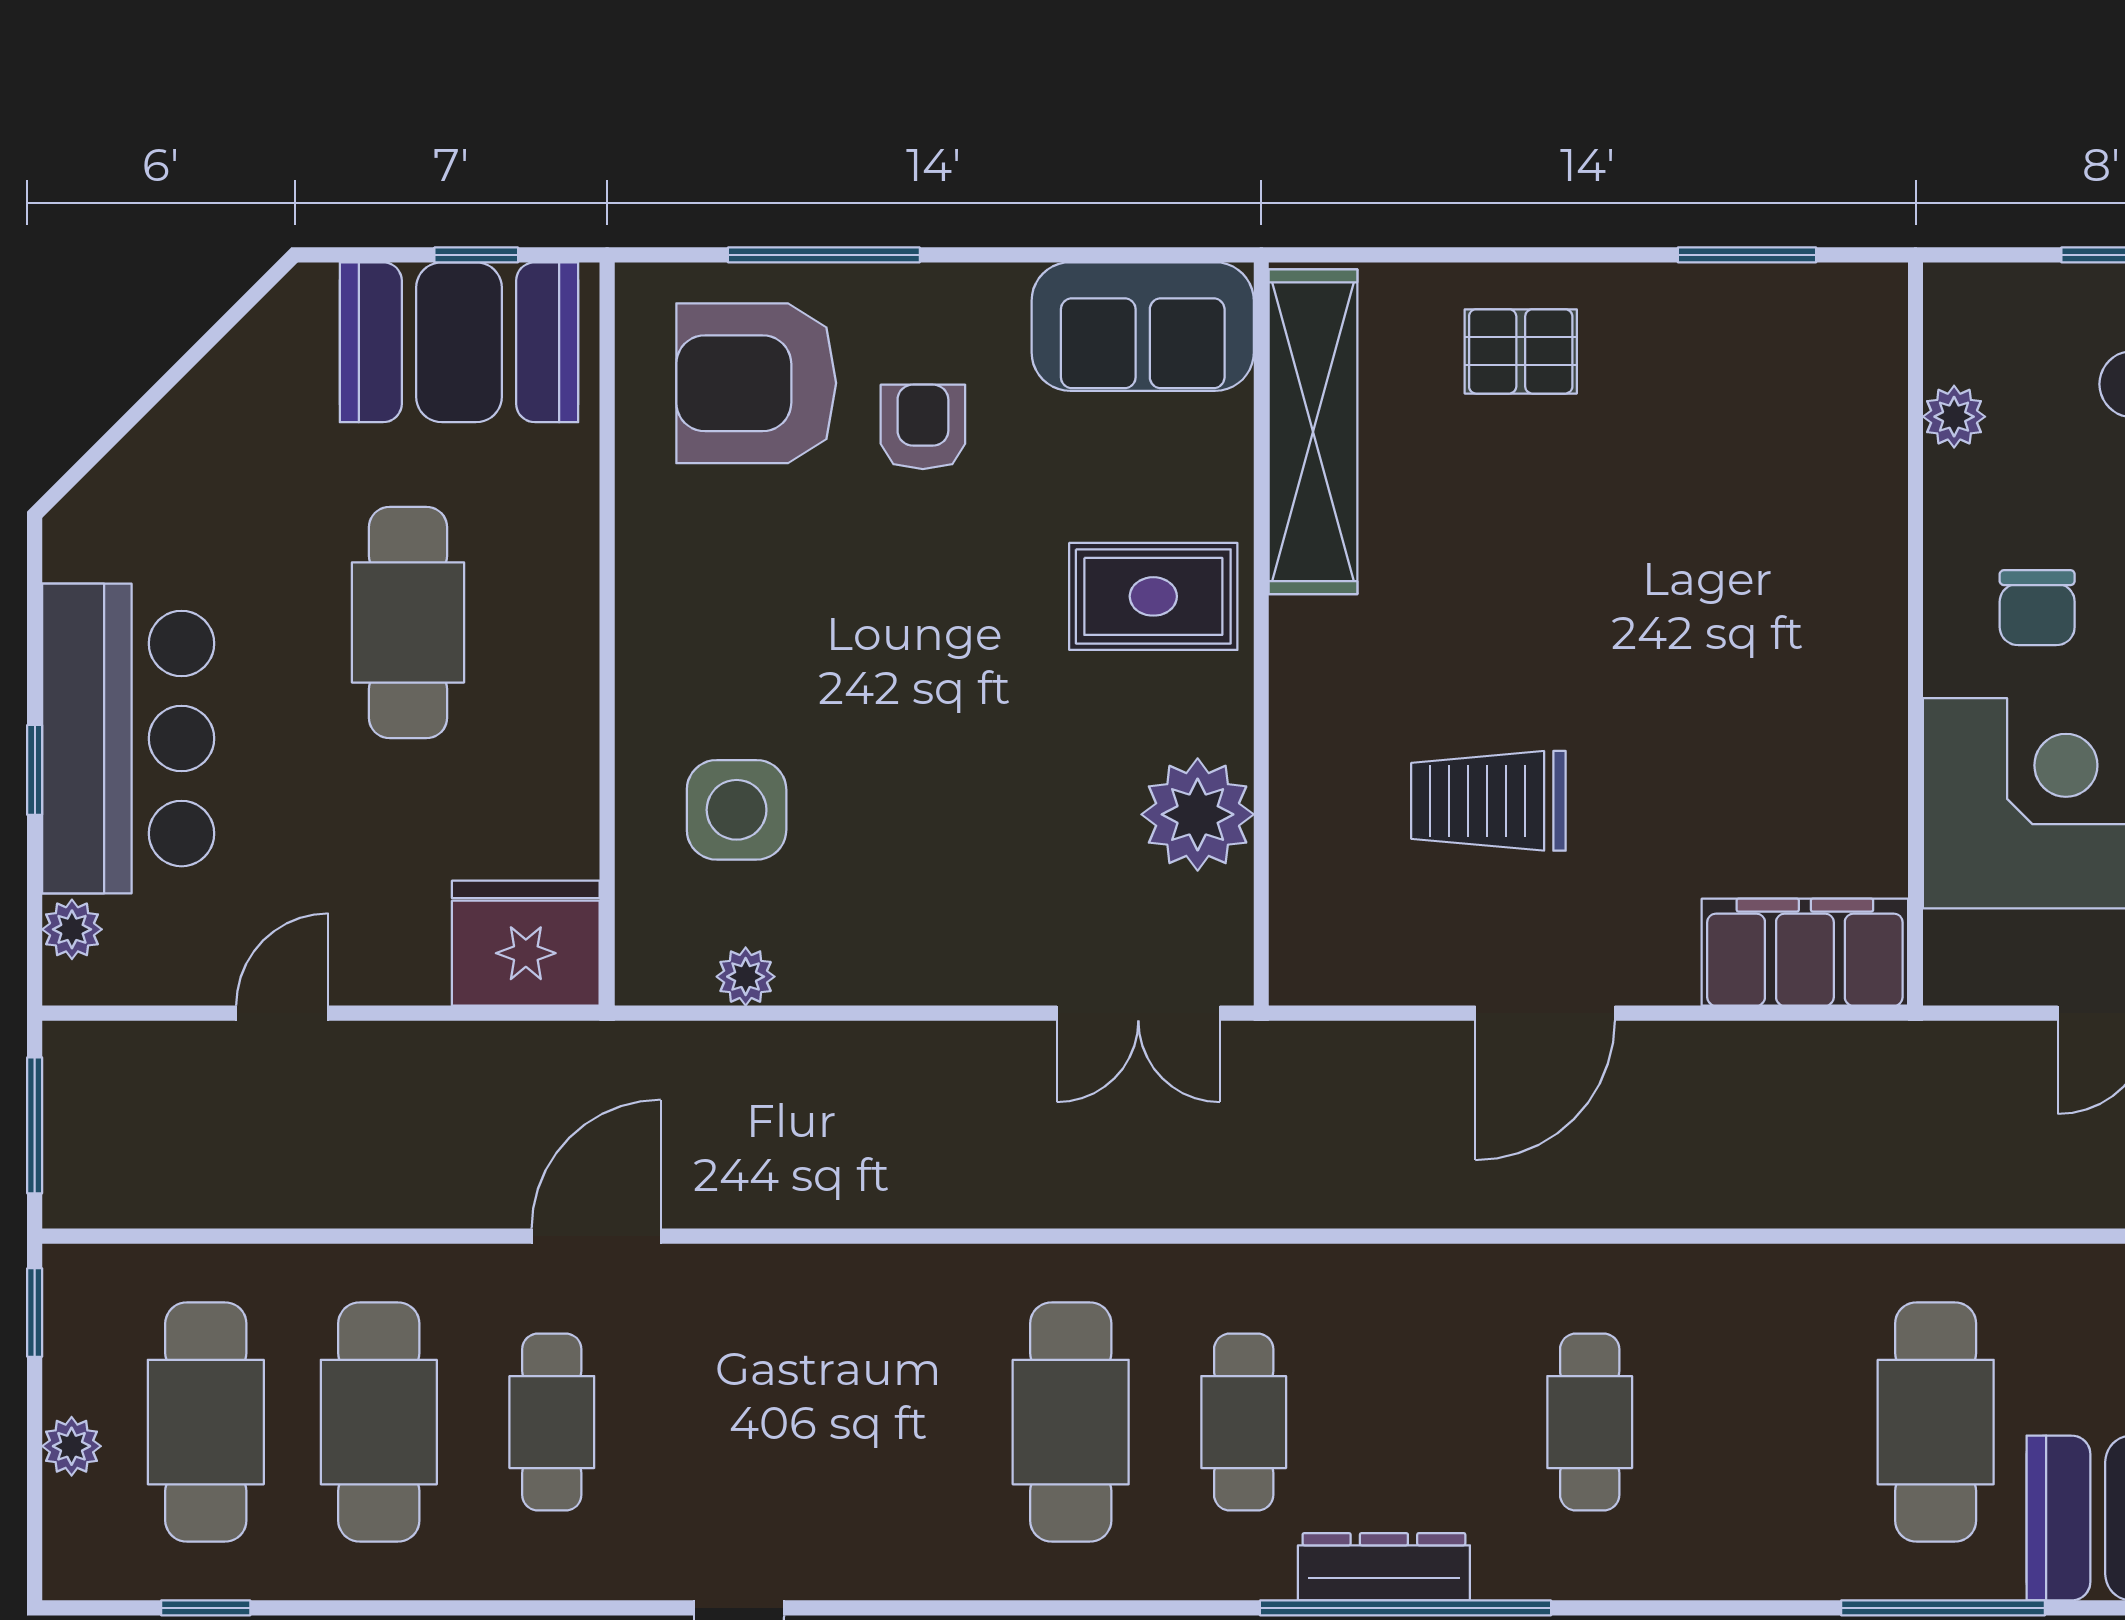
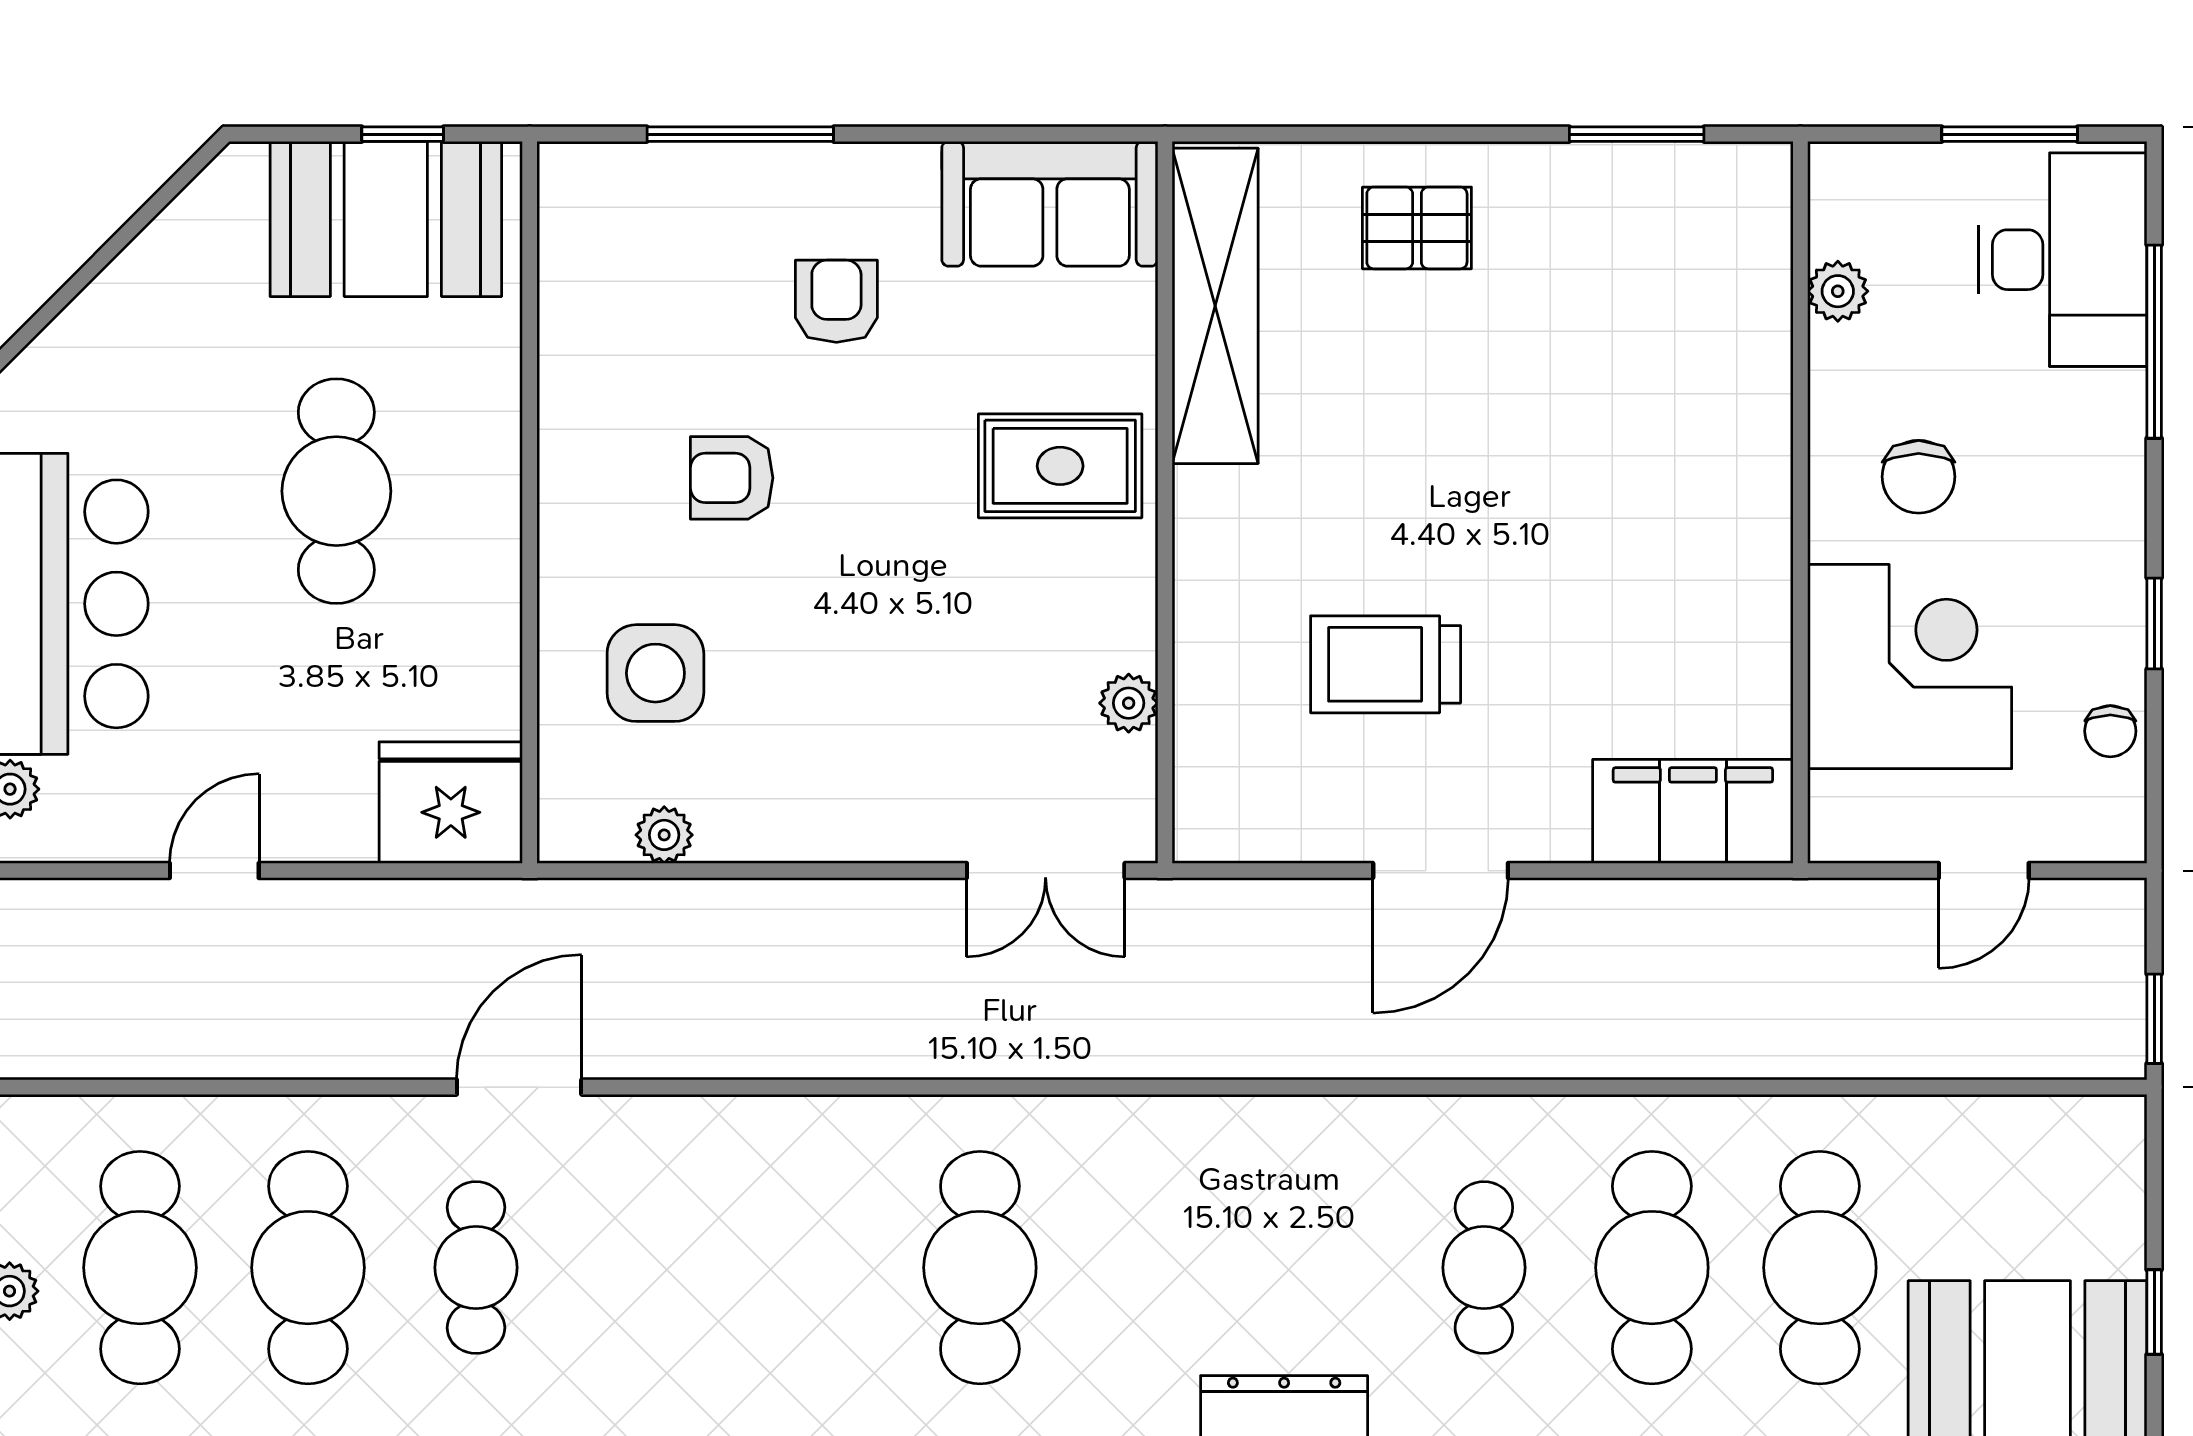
armchair: (756, 383) -> (732, 478), moved, width x0.53, depth x0.53
plant: (1198, 814) -> (1129, 703), width x0.53, depth x0.53
cafe table: (1244, 1422) -> (1652, 1268), moved, width x1.37, depth x1.35

